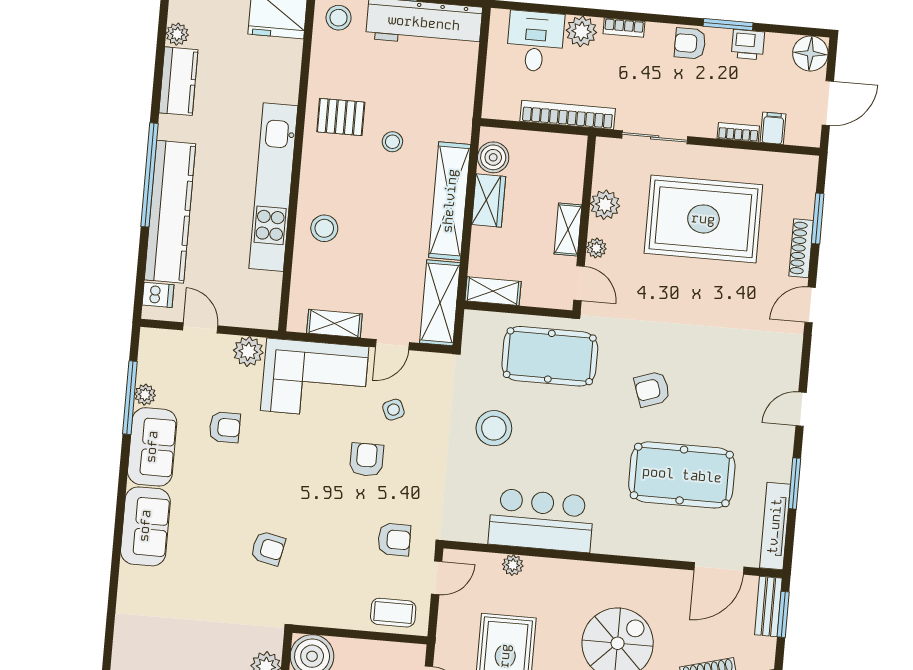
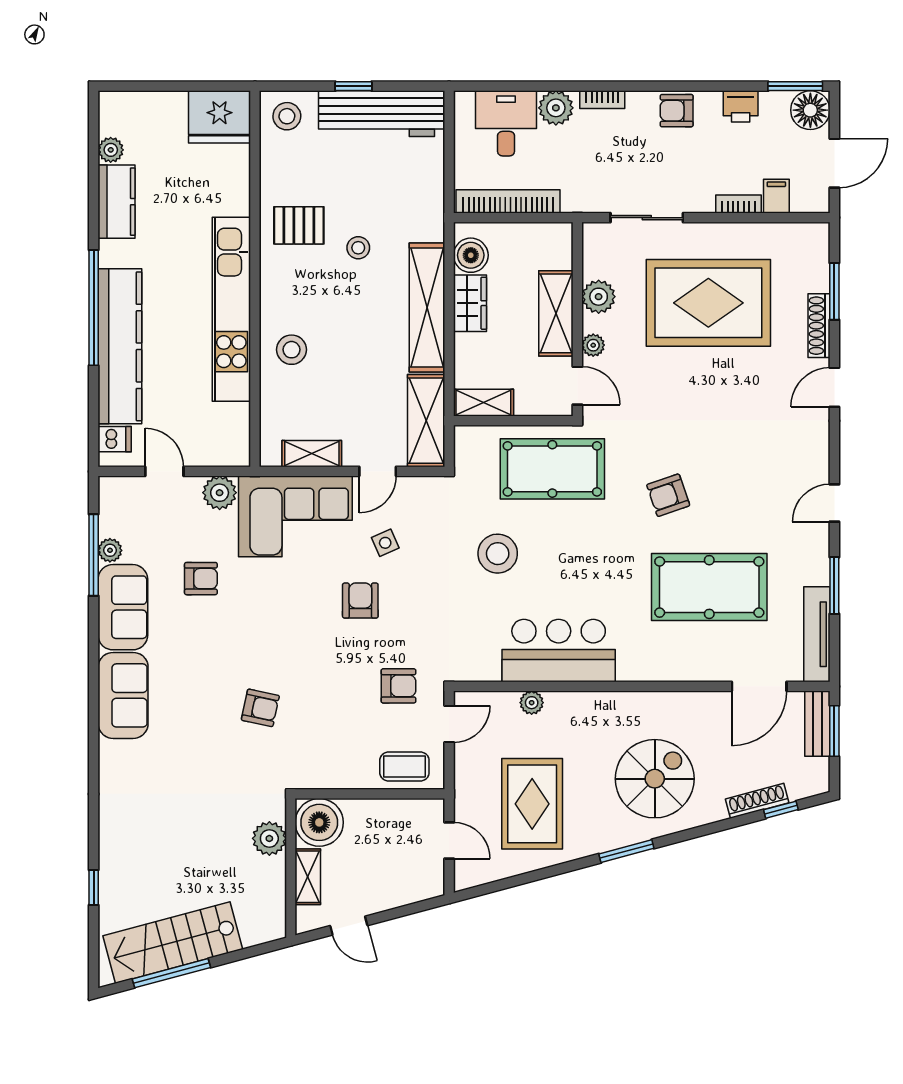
window: (728, 25) -> (795, 86), moved
bookcase: (568, 115) -> (508, 201), moved
shelving: (568, 230) -> (556, 313), width x1.50, depth x1.33

